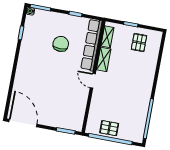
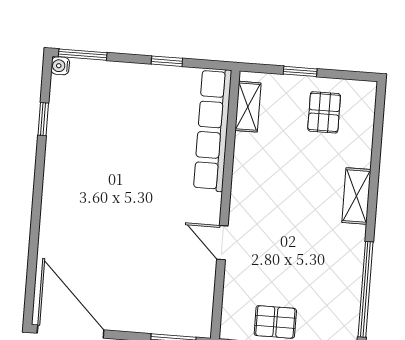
chair: (61, 44) -> (140, 135), removed
shelving: (104, 59) -> (356, 196), moved
door: (93, 81) -> (222, 243), moved

